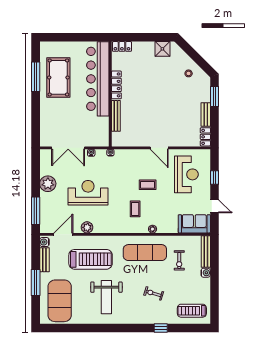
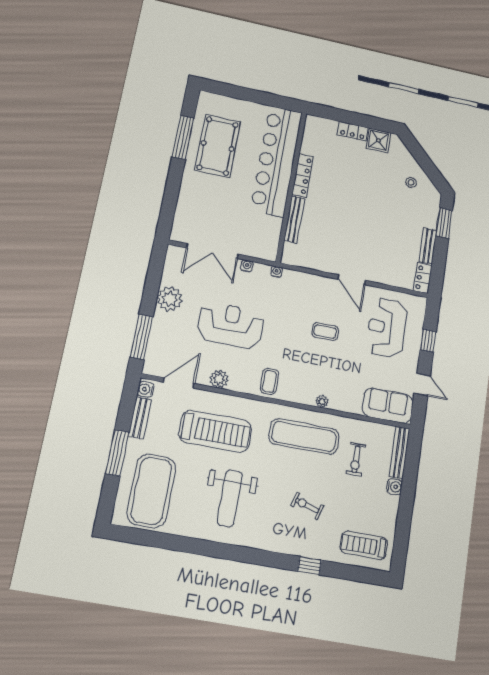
locker: (122, 46) -> (353, 131), moved
reception desk: (186, 174) -> (387, 328), turned 180
coffee table: (135, 209) -> (269, 381), moved

